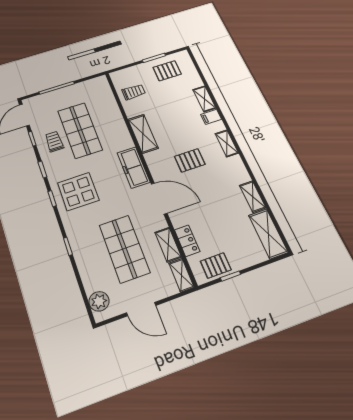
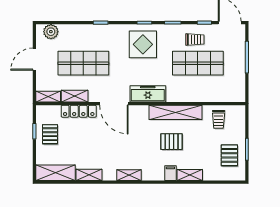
shelving: (143, 134) -> (175, 112), width x1.47
shelving: (227, 143) -> (129, 175), moved
pallet: (190, 160) -> (172, 142), moved, turned 90
door: (159, 199) -> (114, 104), hinge flipped
locker: (187, 241) -> (79, 111), width x1.53
pallet: (216, 265) -> (50, 134), moved

